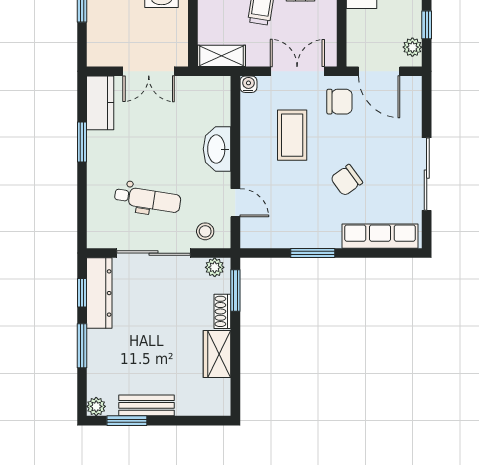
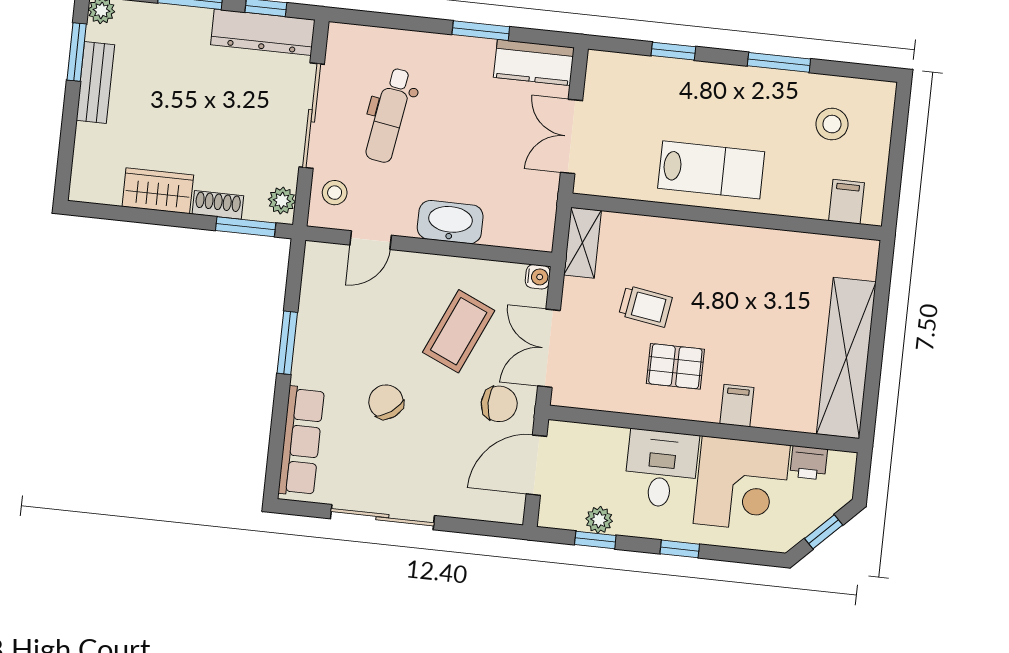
plant: (412, 47) -> (599, 520), moved
double door: (297, 71) -> (549, 348), swing flipped
chair: (339, 102) -> (499, 404), turned -90
coffee table: (292, 135) -> (459, 331), turned -66

